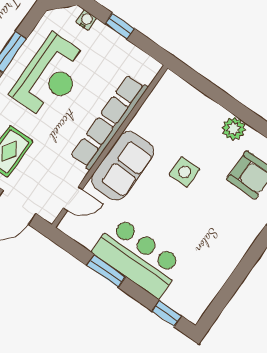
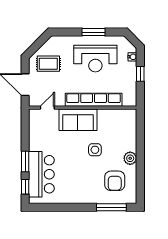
door: (73, 199) -> (47, 108), swing flipped
bar counter: (138, 257) -> (41, 174), moved
window: (106, 271) -> (25, 162), moved

